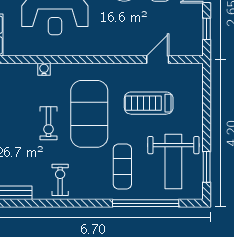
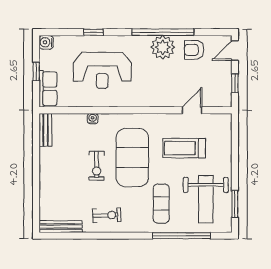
exercise bike: (60, 180) -> (107, 215), turned 87

